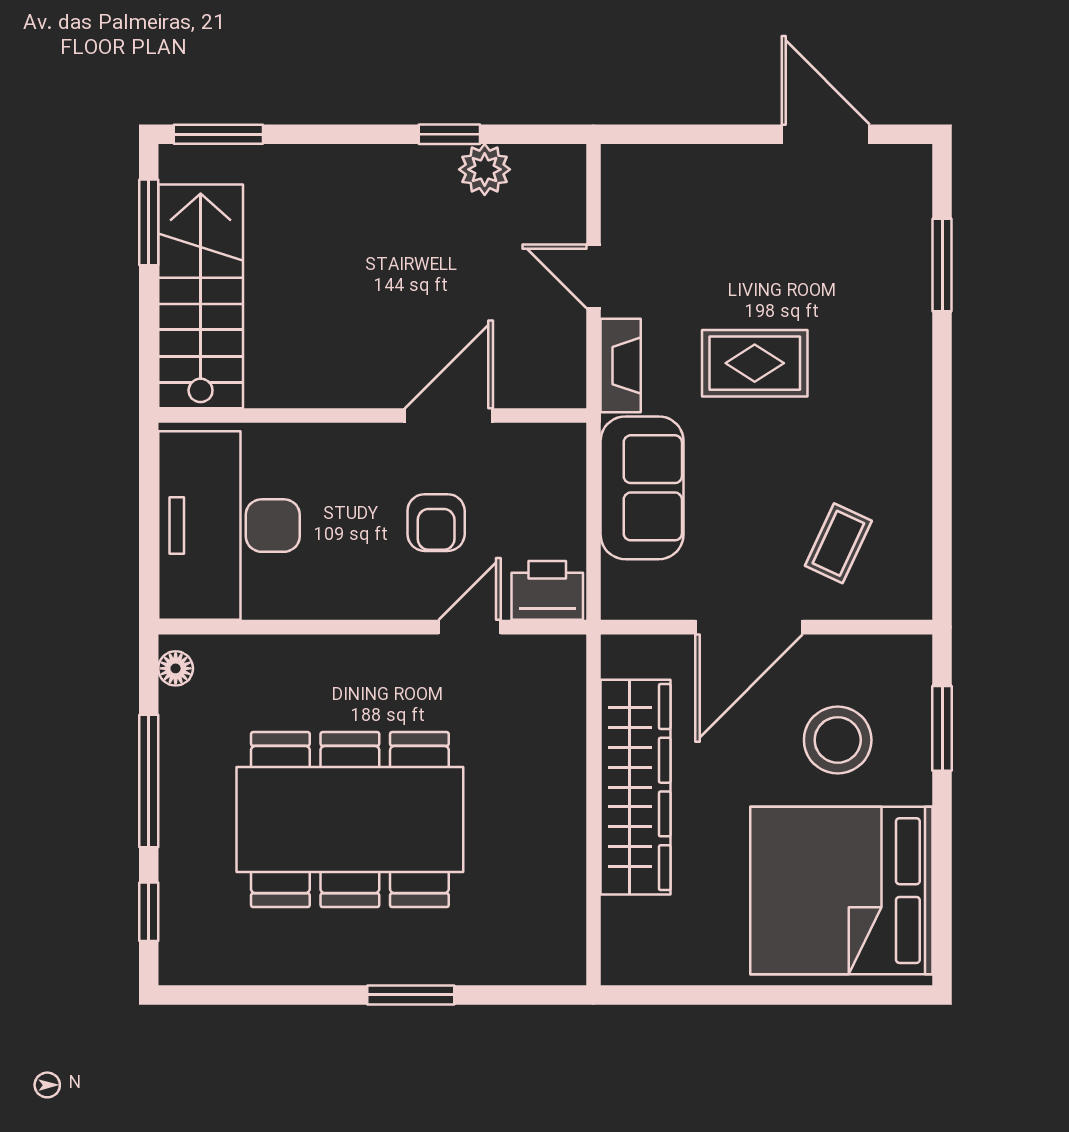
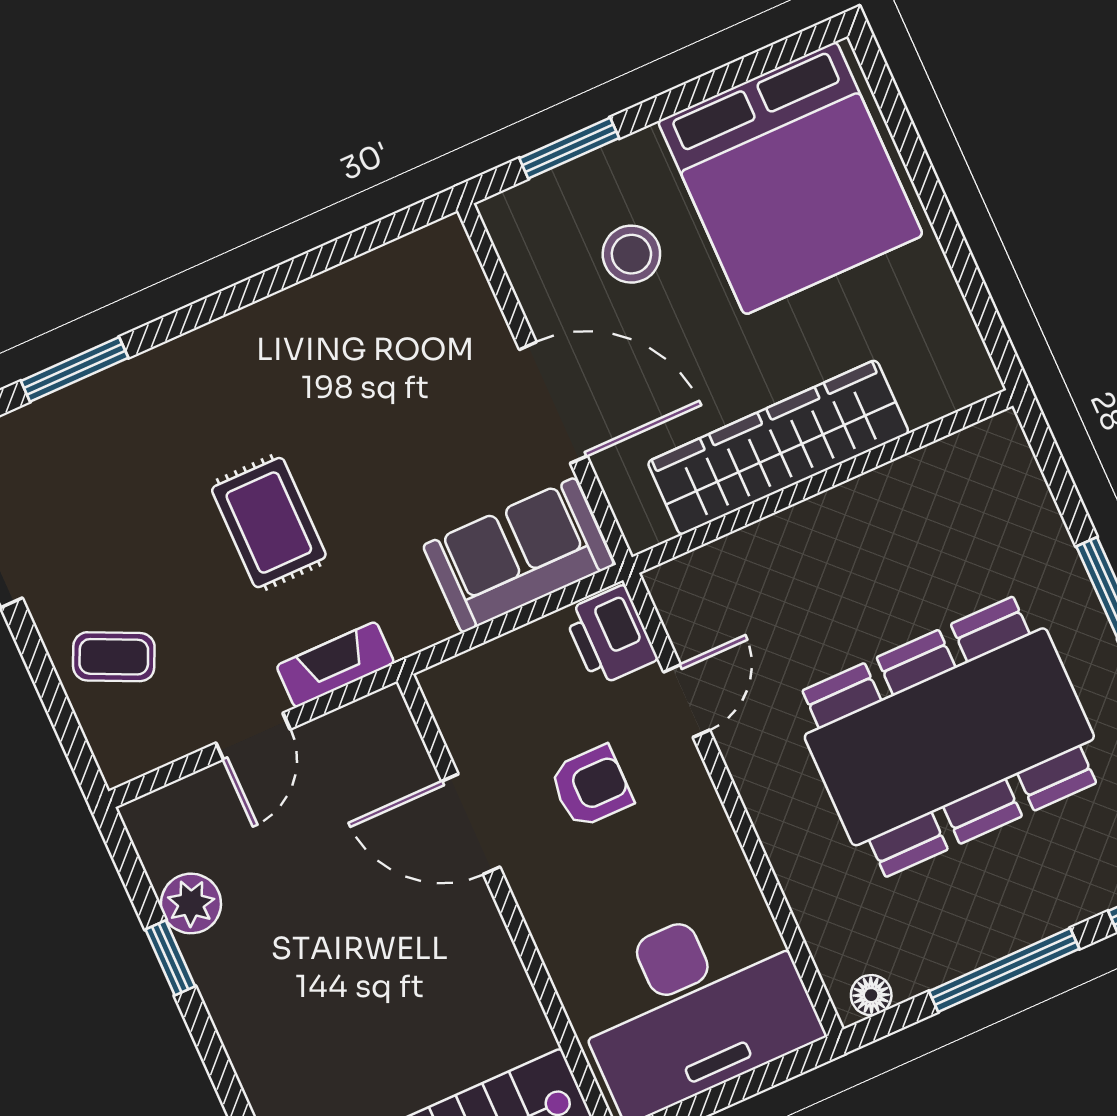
sofa: (642, 488) -> (519, 555), moved
coffee table: (838, 543) -> (114, 657), moved
door: (470, 627) -> (687, 701), swing flipped
stool: (838, 740) -> (631, 254), width x0.73, depth x0.73
dining table: (350, 820) -> (949, 737), turned 90

